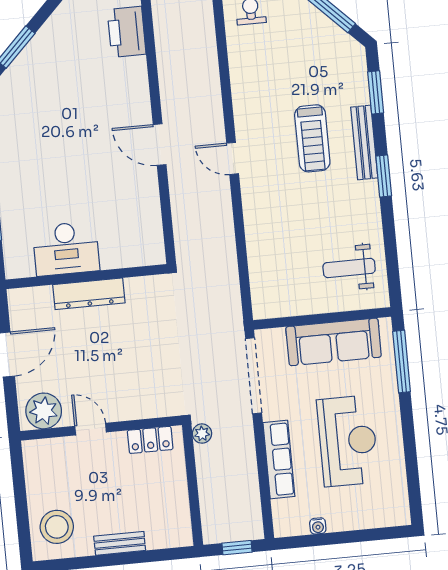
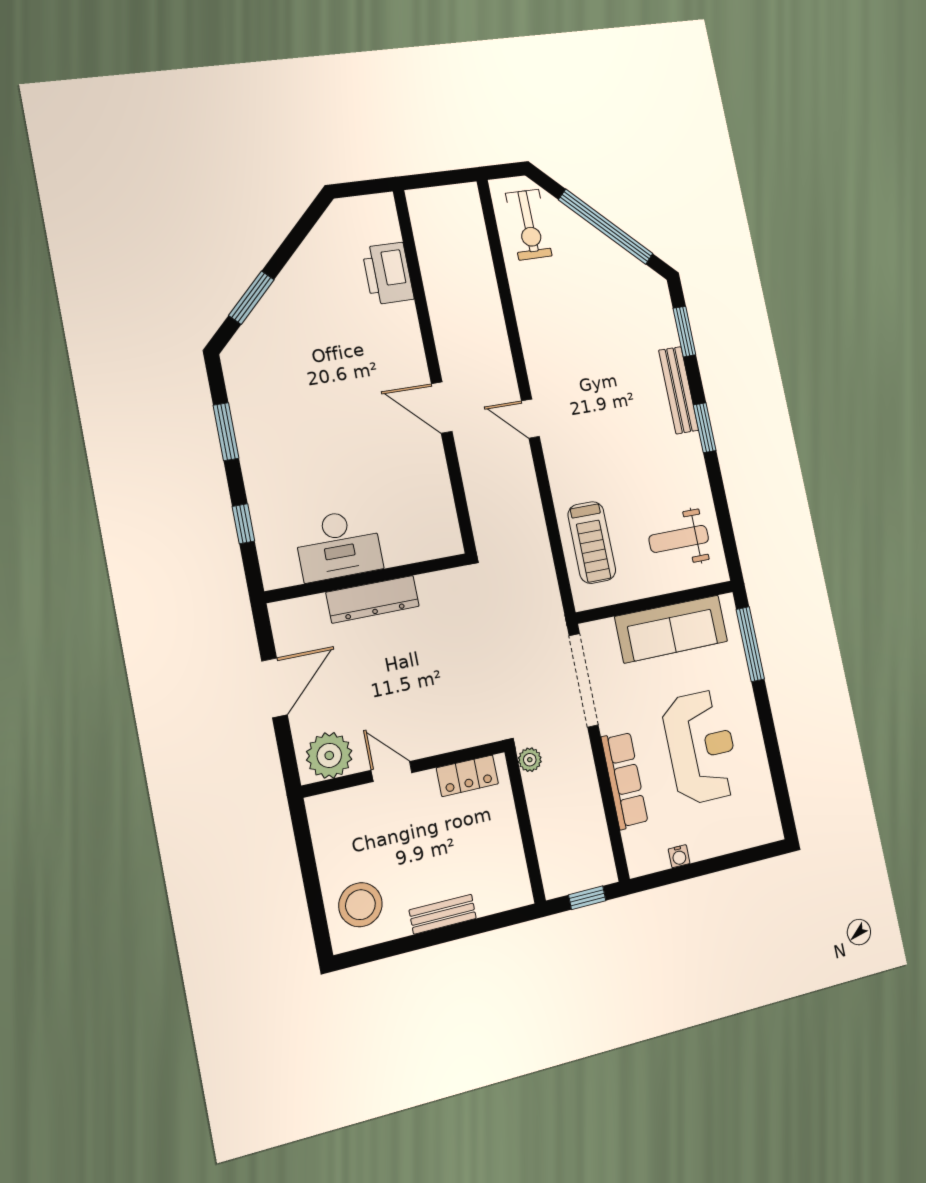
treadmill: (312, 138) -> (592, 542), moved

